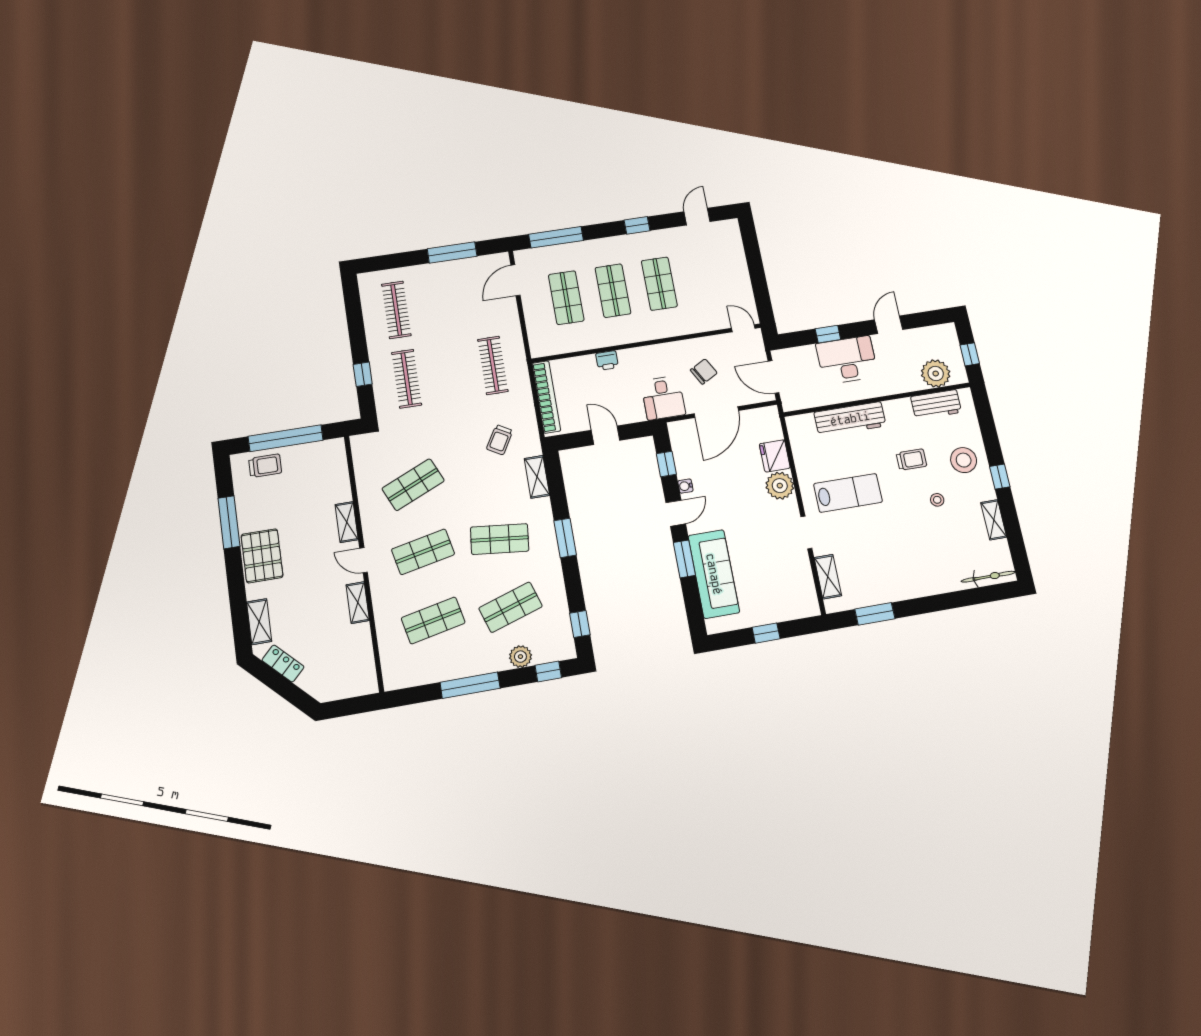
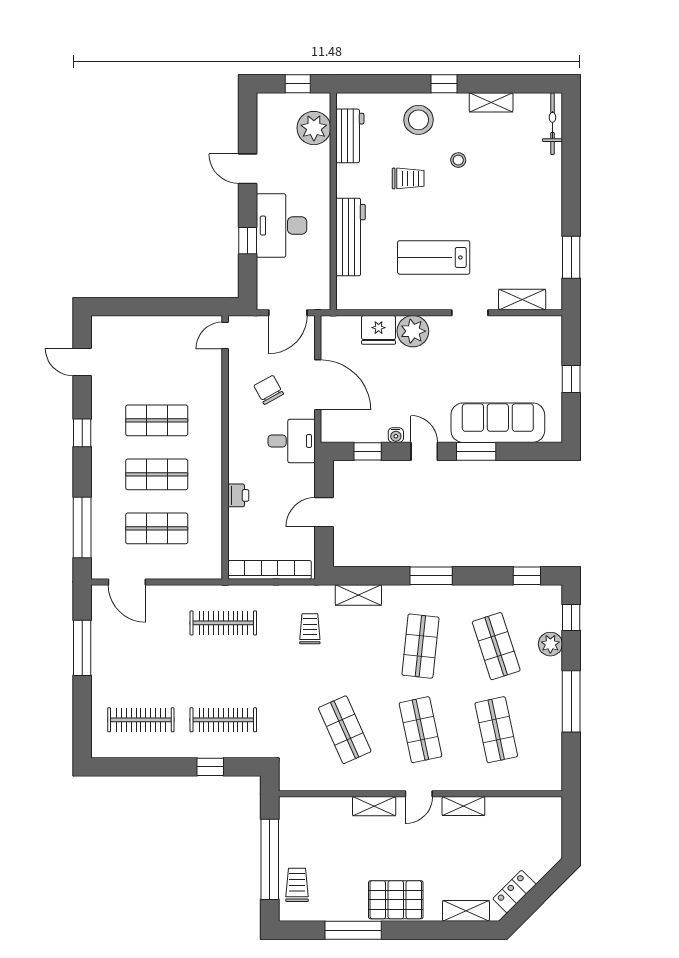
trolley: (500, 440) -> (310, 629), turned -120
trolley: (911, 460) -> (408, 178), turned 90
lab bench: (848, 493) -> (434, 257), turned -90

